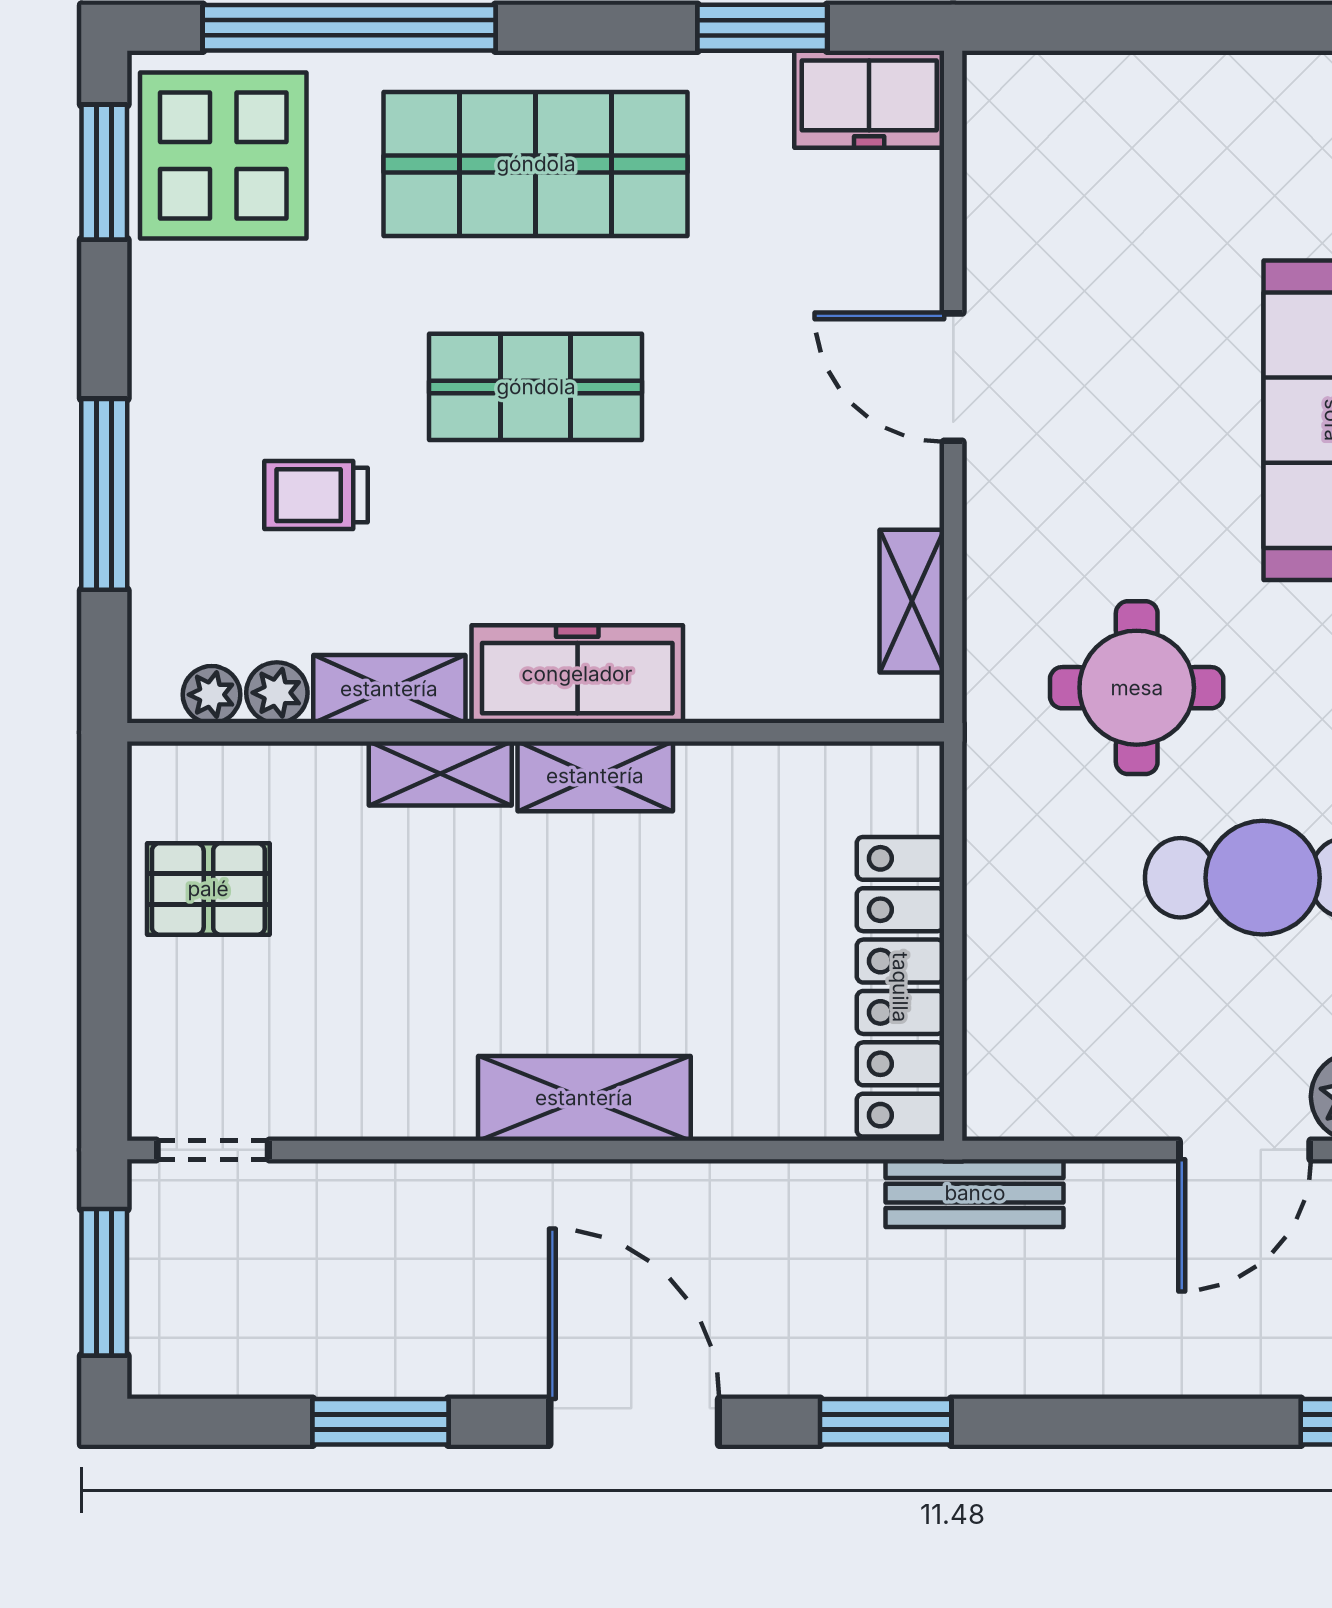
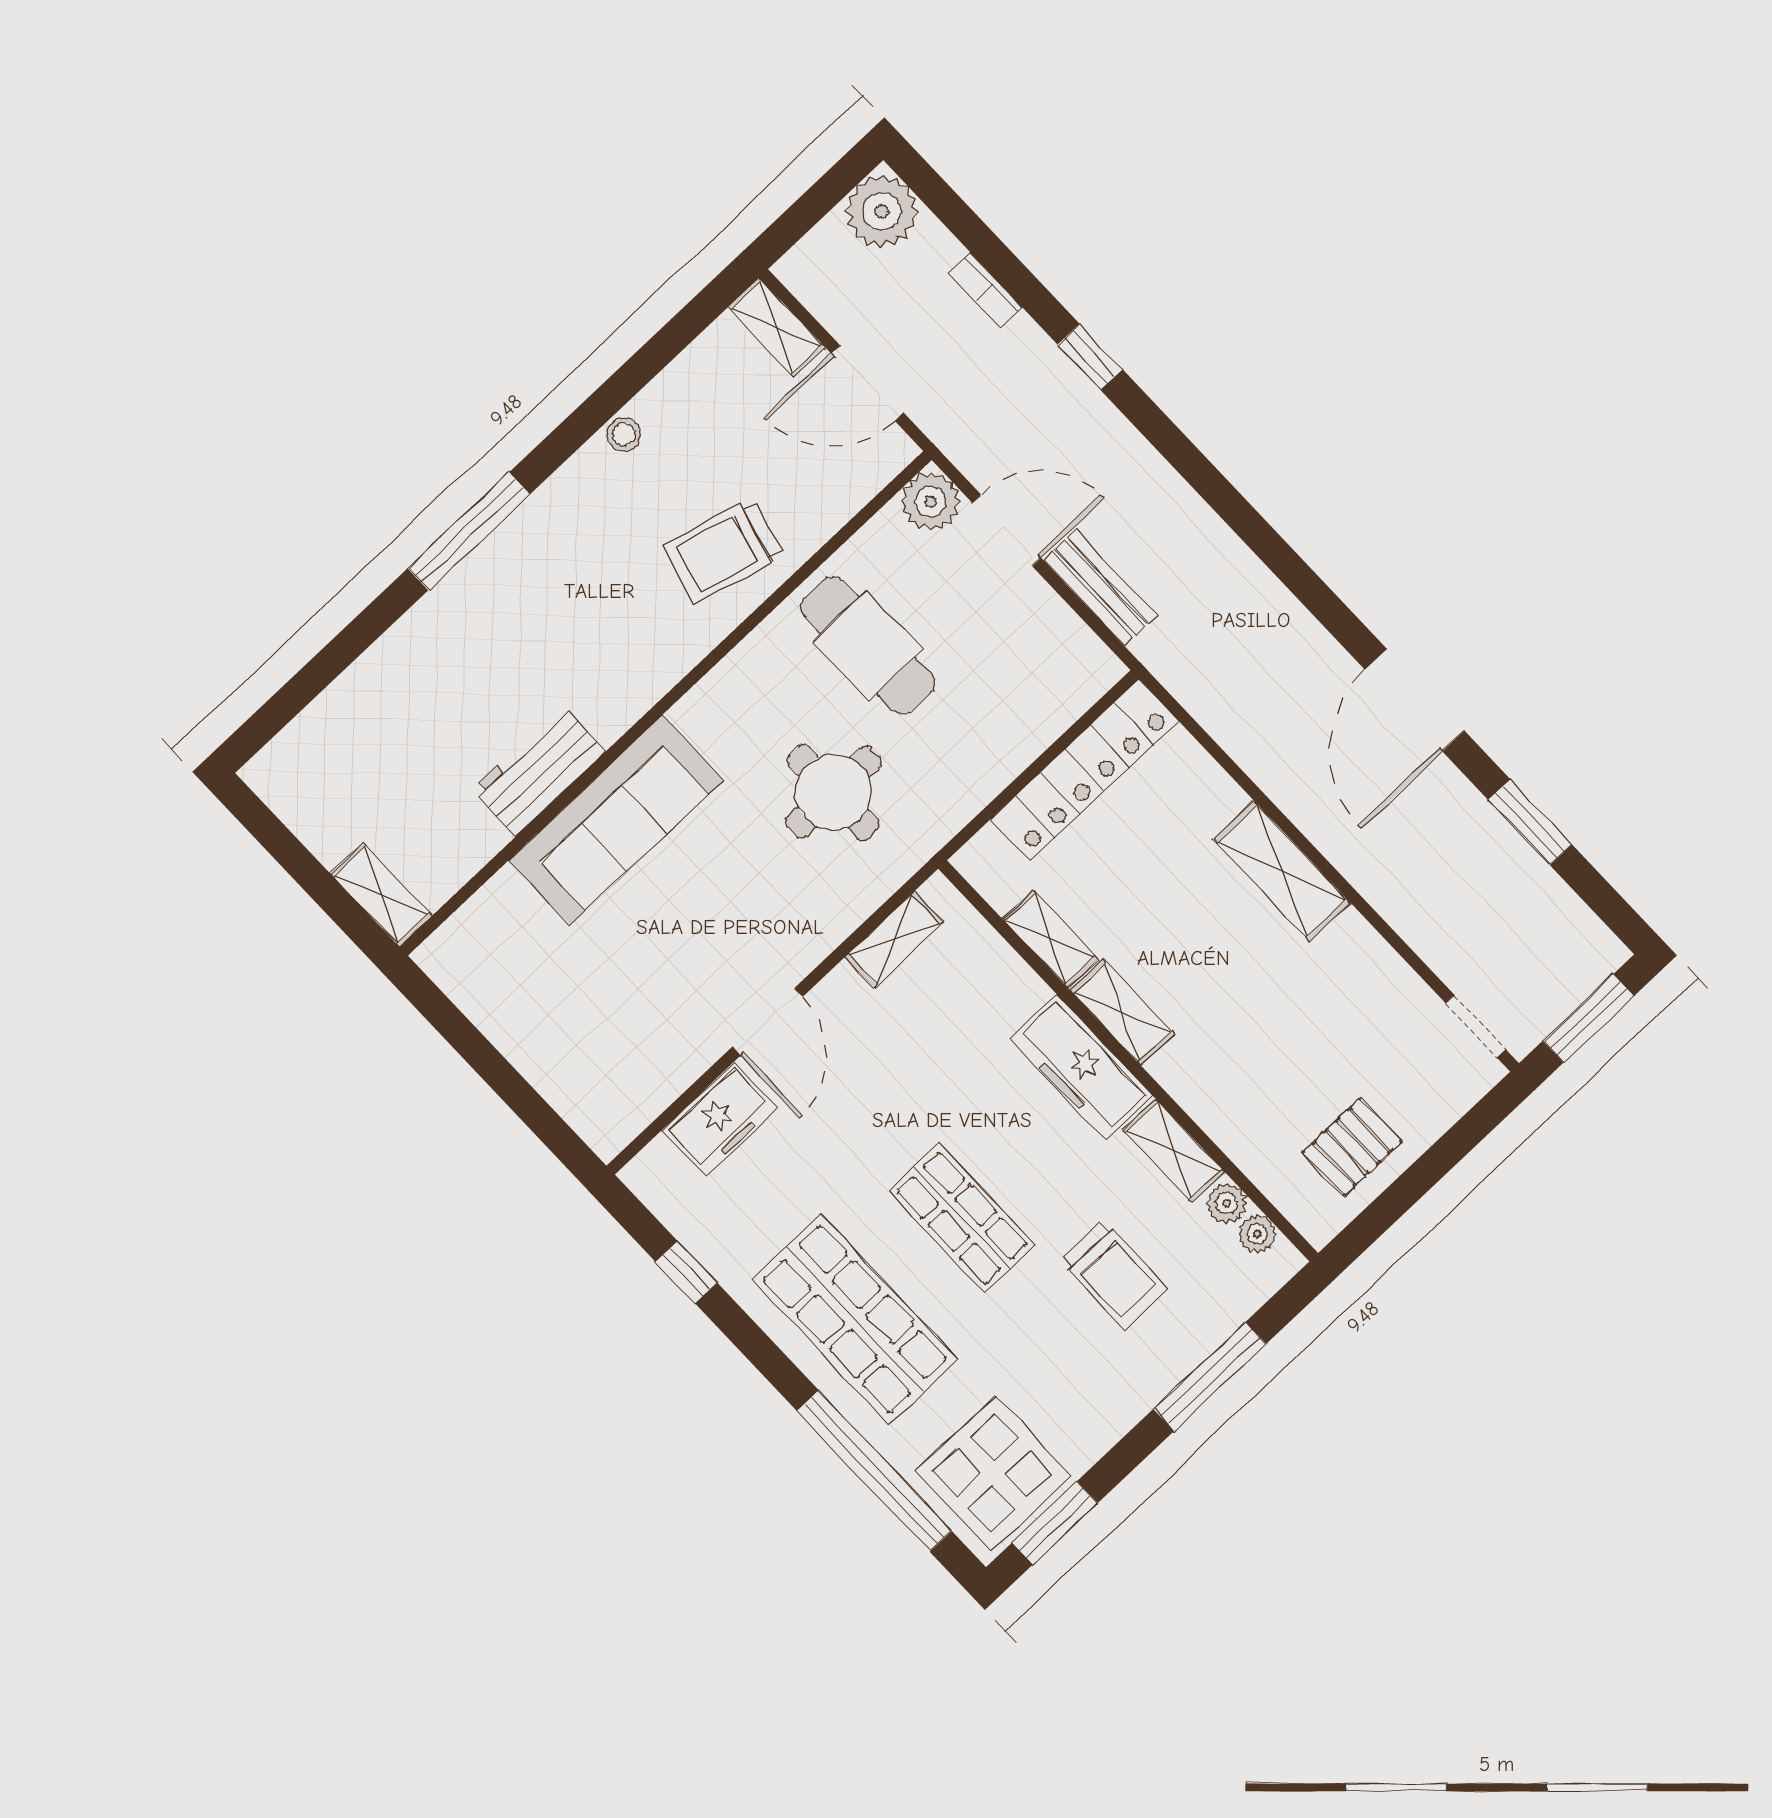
window: (762, 28) -> (686, 1272), width x0.67
freezer: (869, 99) -> (720, 1119), moved, turned 90
trolley: (316, 495) -> (1114, 1274), width x1.36, depth x1.39
shelving: (440, 774) -> (1050, 939), moved
pallet: (208, 889) -> (1352, 1147), turned 90
bench: (975, 1193) -> (1100, 588), moved
window: (886, 1422) -> (1300, 579), removed

